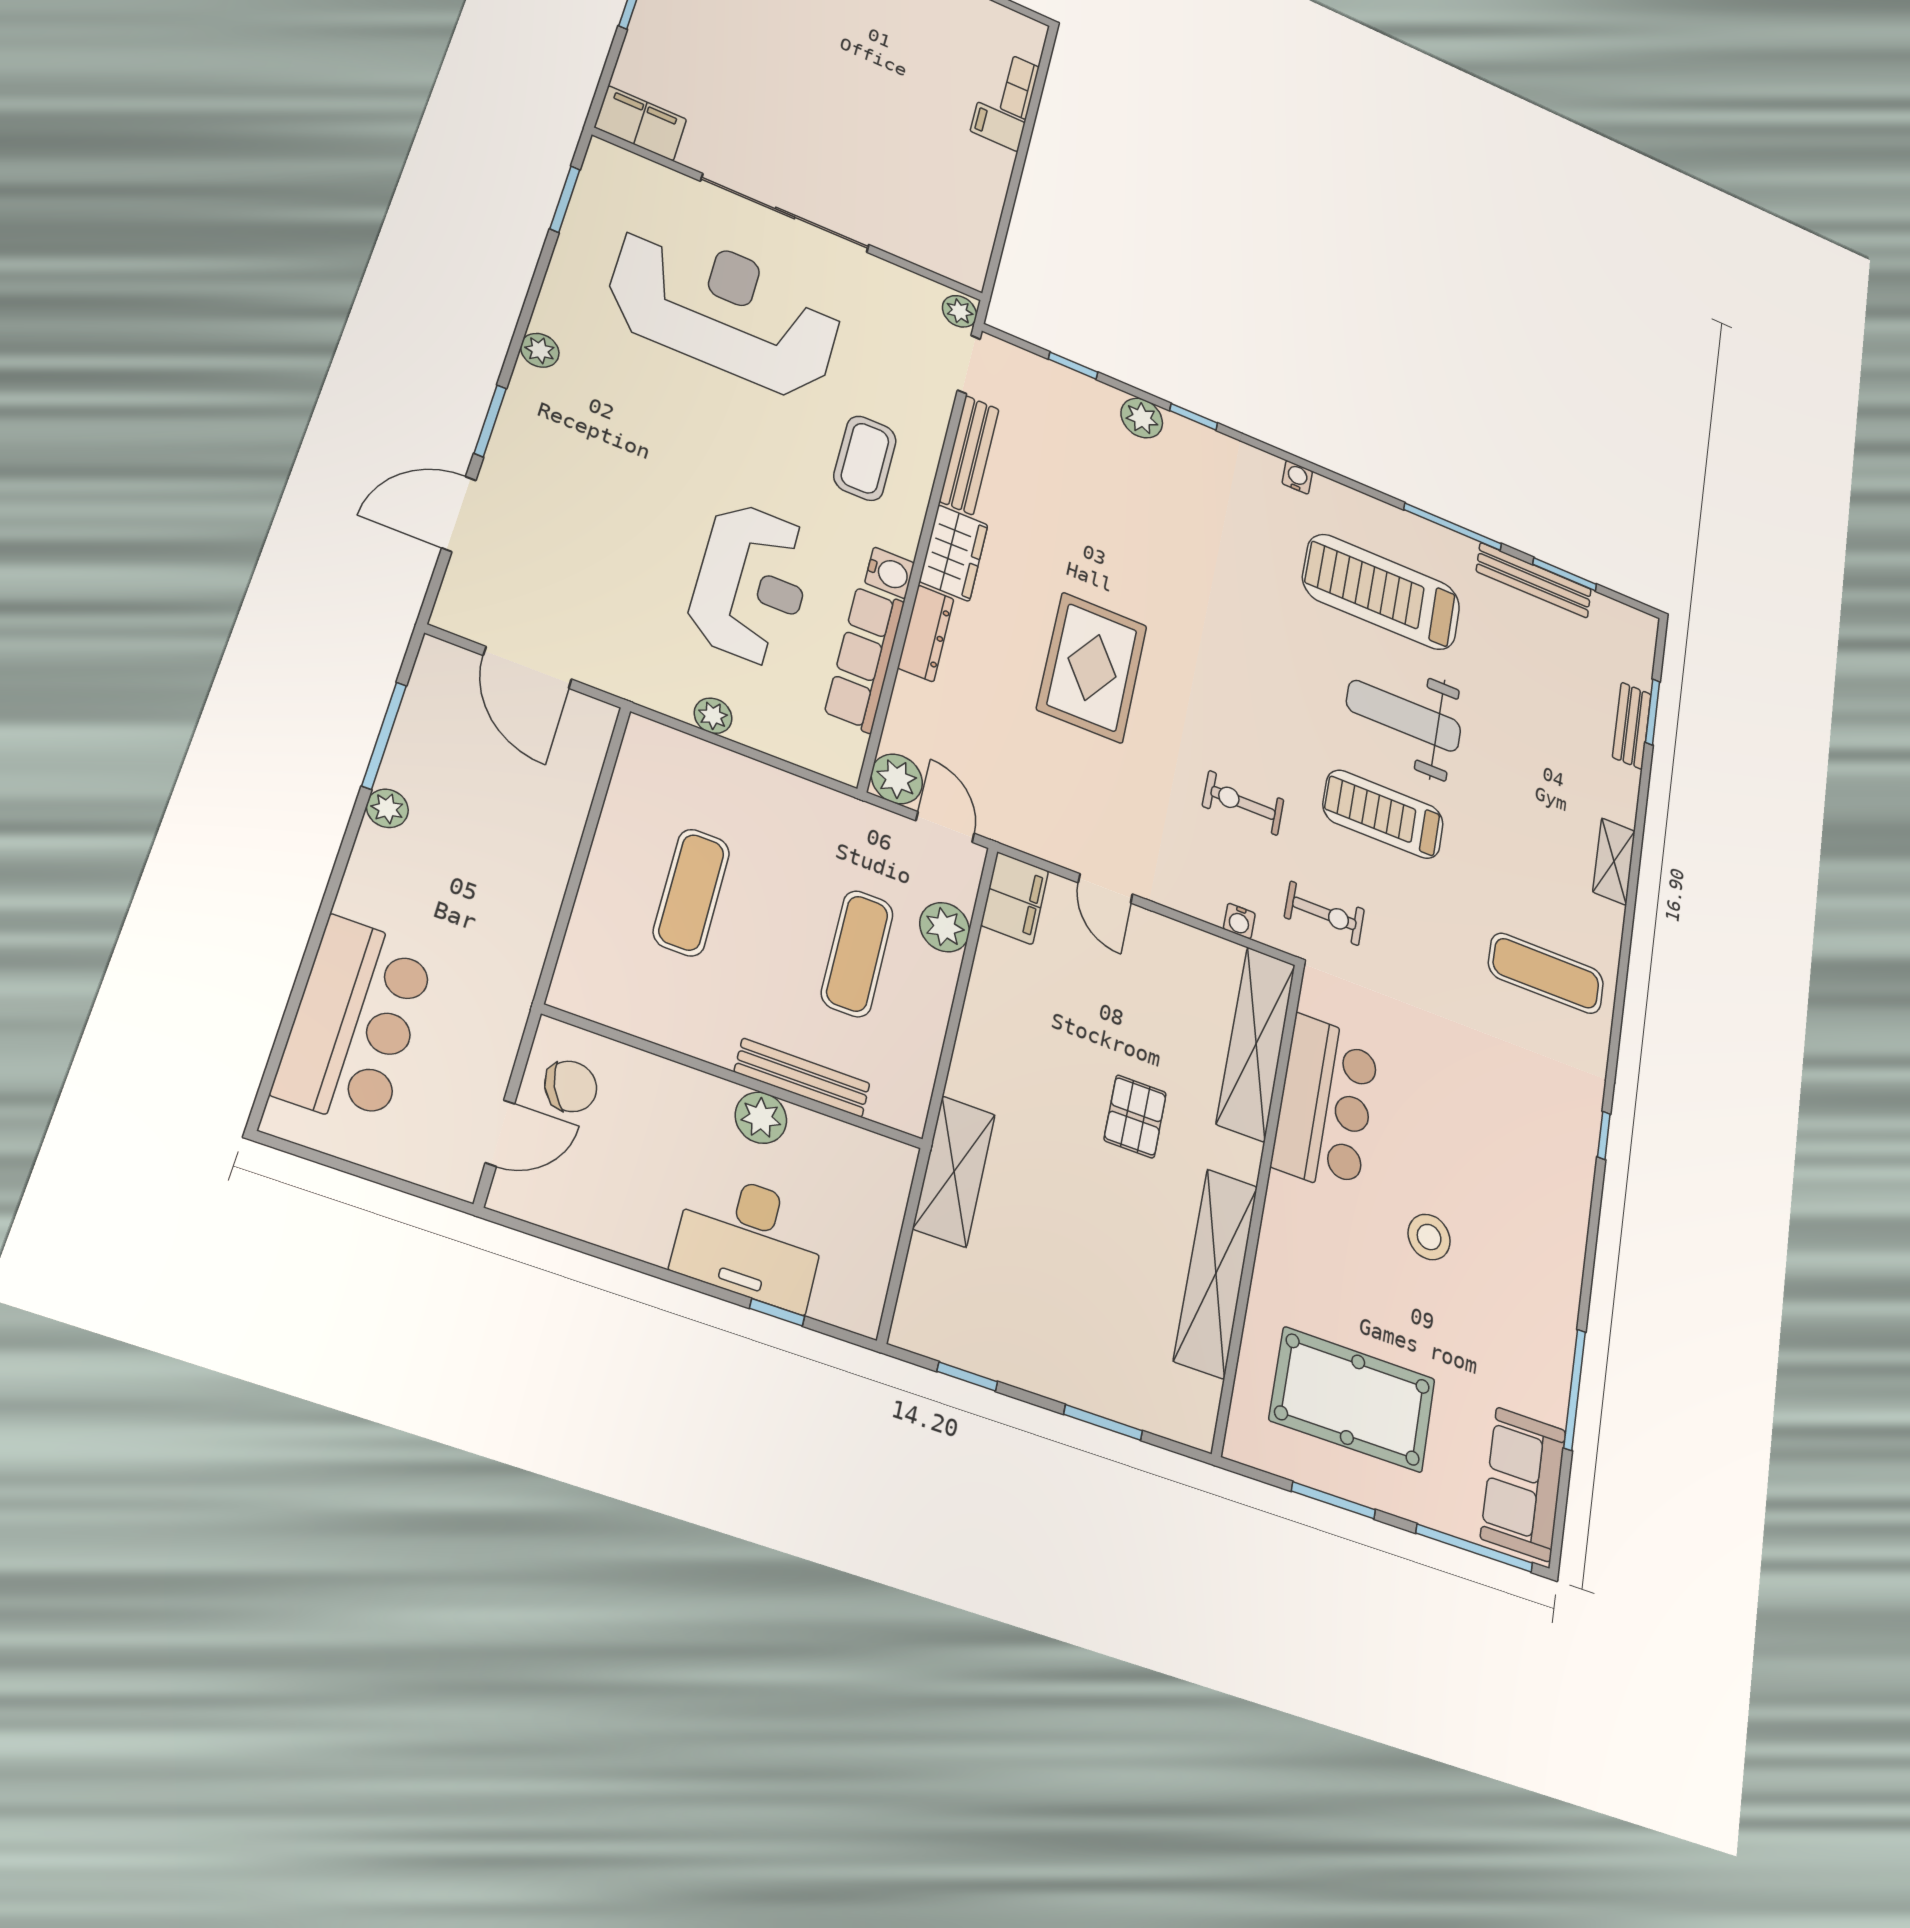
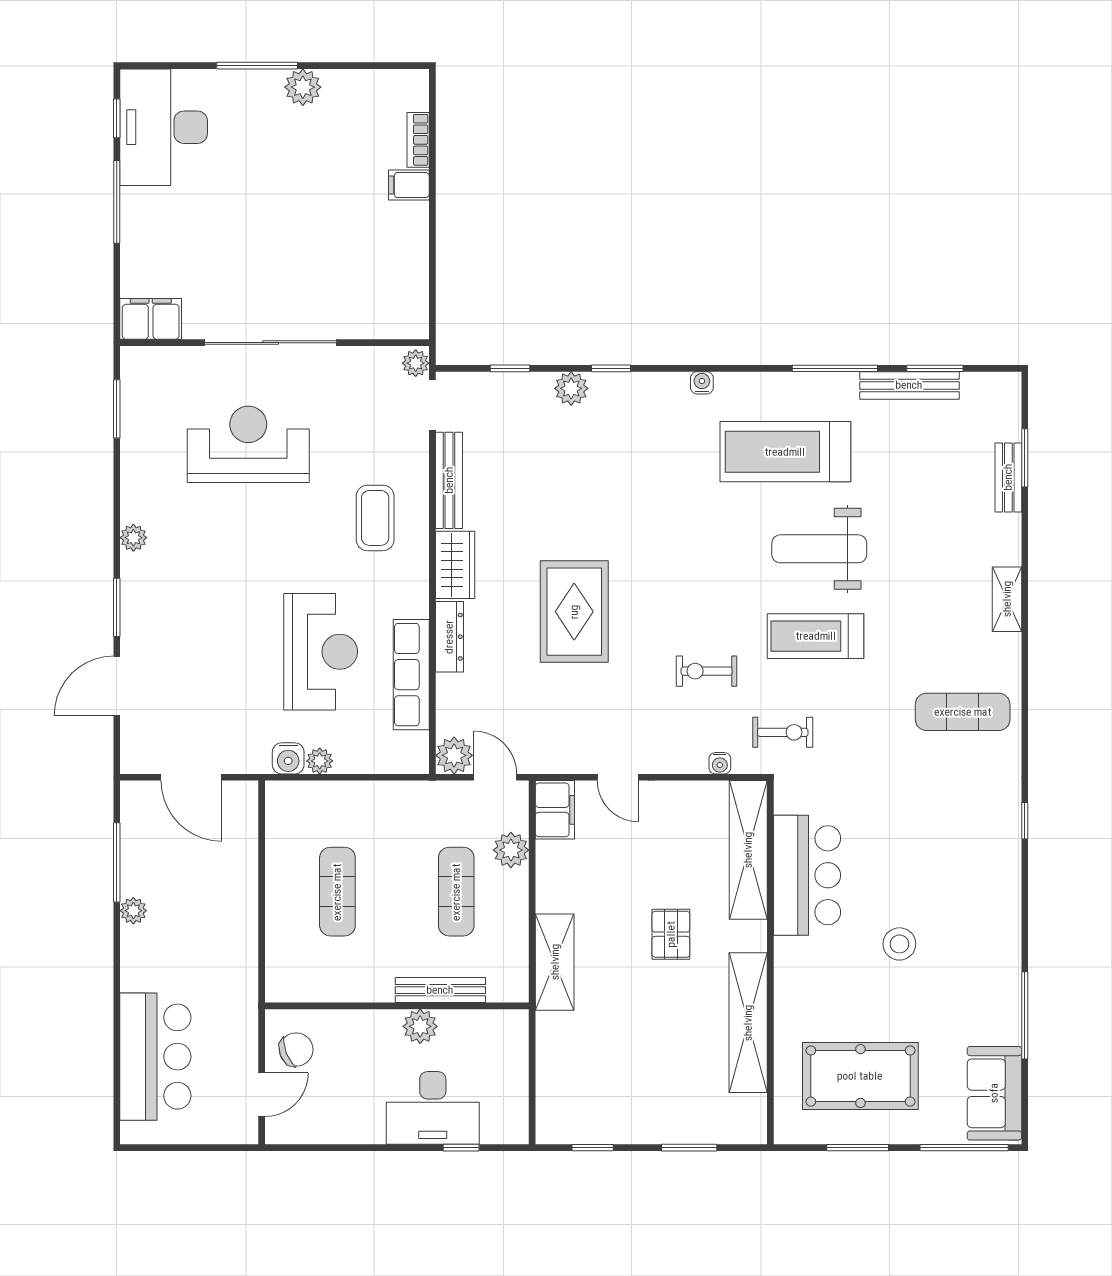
reception desk: (725, 309) -> (248, 444), width x0.74, depth x0.77
water cooler: (890, 573) -> (288, 758), moved, turned 90
shelving: (954, 1171) -> (555, 962), moved

